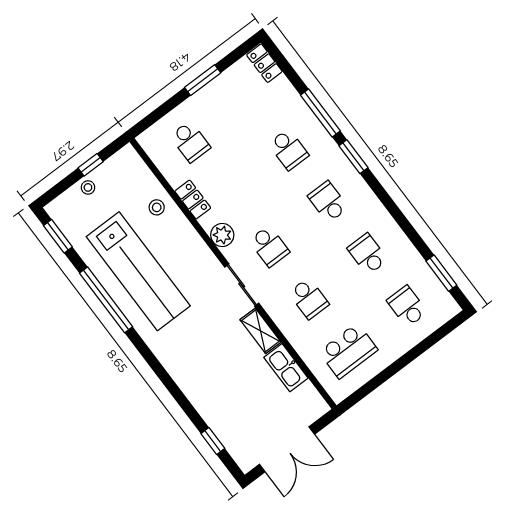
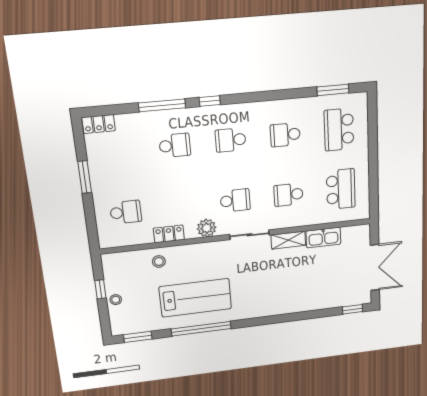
window: (353, 157) -> (210, 101), width x0.67
lab bench: (138, 271) -> (195, 298), width x0.73
school desk: (309, 299) -> (288, 195), turned 180
school desk: (407, 306) -> (339, 130), width x1.85
window: (213, 441) -> (352, 309), moved

